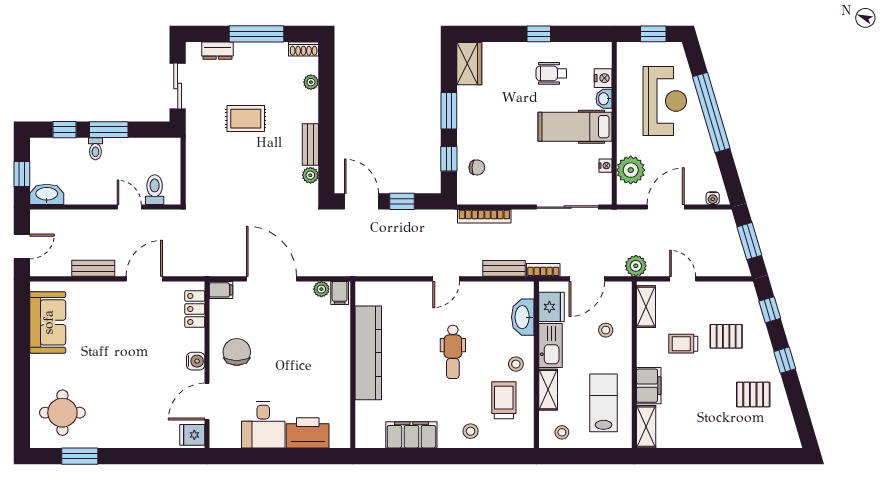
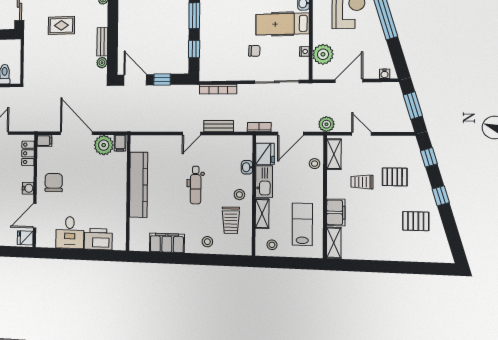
chair: (477, 167) -> (254, 51), moved
bench: (504, 268) -> (219, 126), moved
plant: (321, 289) -> (104, 145), width x1.87, depth x1.87
washbasin: (523, 317) -> (247, 167), width x0.52, depth x0.69
stool: (606, 330) -> (315, 164), moved
trolley: (504, 400) -> (231, 220), turned 180

